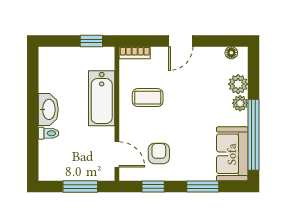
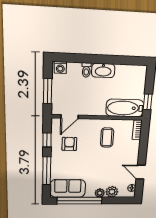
door: (181, 41) -> (141, 172), moved
bathtub: (102, 98) -> (125, 108), moved
armchair: (159, 153) -> (69, 144), turned -90
washing machine: (47, 169) -> (60, 68), added
window: (203, 186) -> (47, 171), width x1.44

